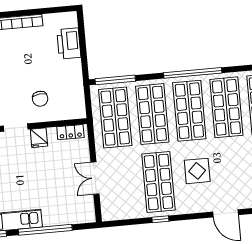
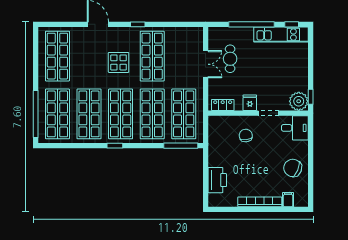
window: (193, 73) -> (115, 146), width x0.32
cafe table: (67, 187) -> (230, 59), added
window: (160, 219) -> (138, 24), moved

